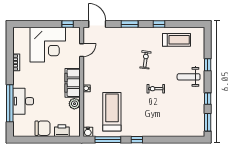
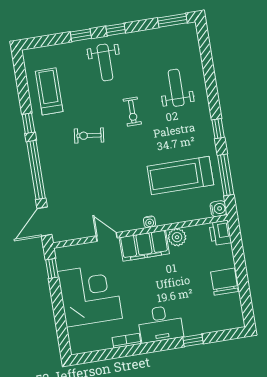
window: (130, 24) -> (36, 170), width x2.11
door: (82, 50) -> (107, 237), moved
window: (208, 99) -> (116, 30), moved
desk: (23, 101) -> (160, 324), moved
window: (10, 103) -> (193, 340), width x0.32
weight bench: (166, 118) -> (176, 88), added
printer: (62, 131) -> (220, 233), moved

